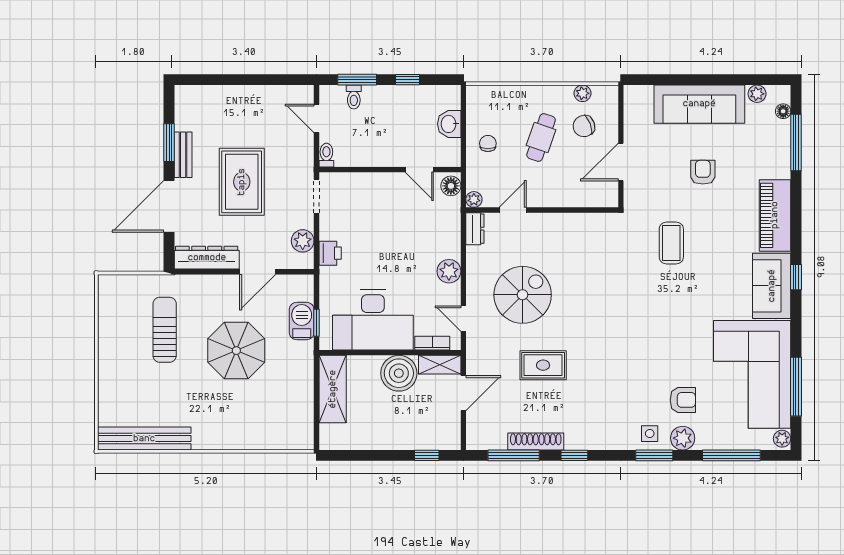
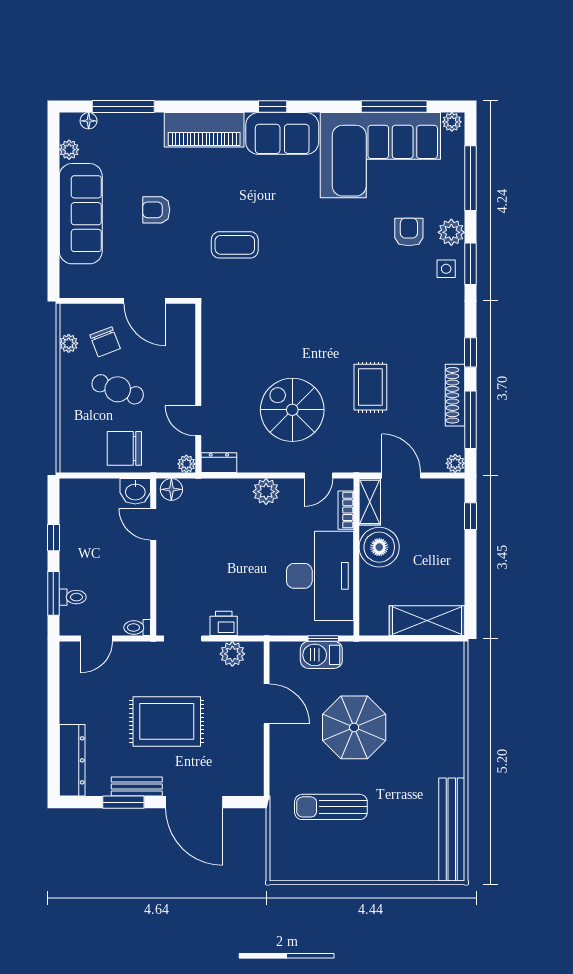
washbasin: (449, 124) -> (135, 491), moved
chair: (488, 143) -> (124, 448), width x1.87, depth x1.87
door: (419, 170) -> (153, 524), swing flipped
printer: (330, 253) -> (224, 623), moved
dresser: (207, 258) -> (72, 760), moved, turned 180
shelving: (333, 389) -> (427, 621), moved
plant: (474, 442) -> (455, 463), added

